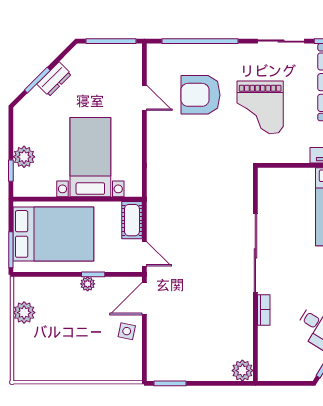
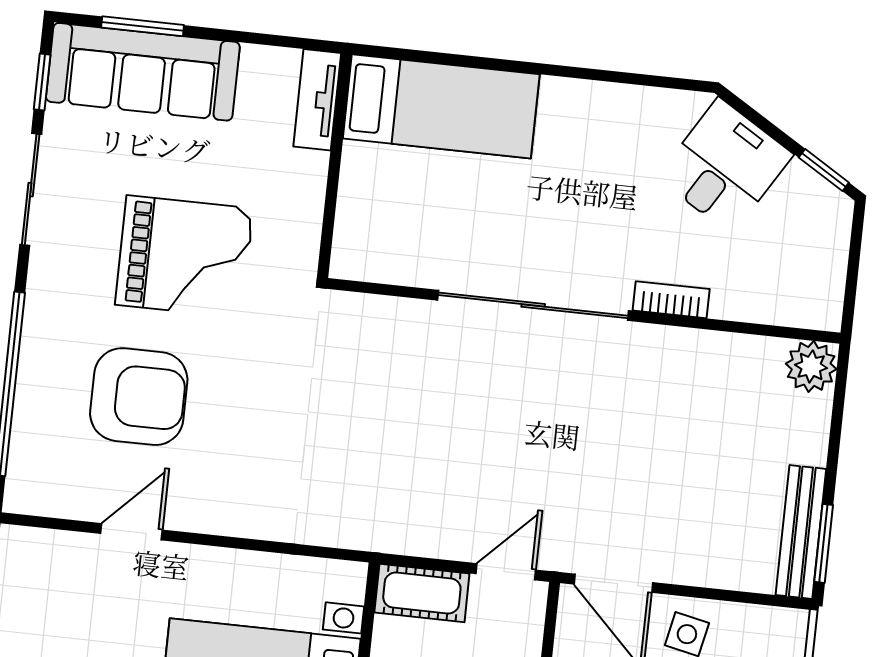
armchair: (200, 95) -> (139, 397), turned -90
bench: (174, 374) -> (801, 532), added

